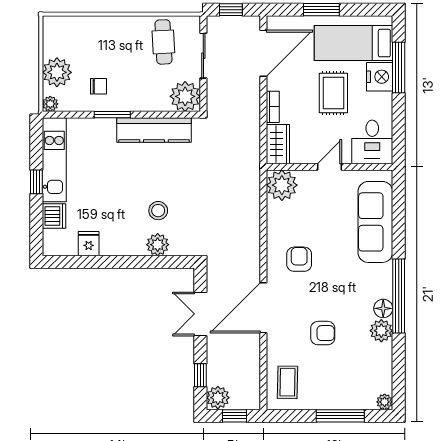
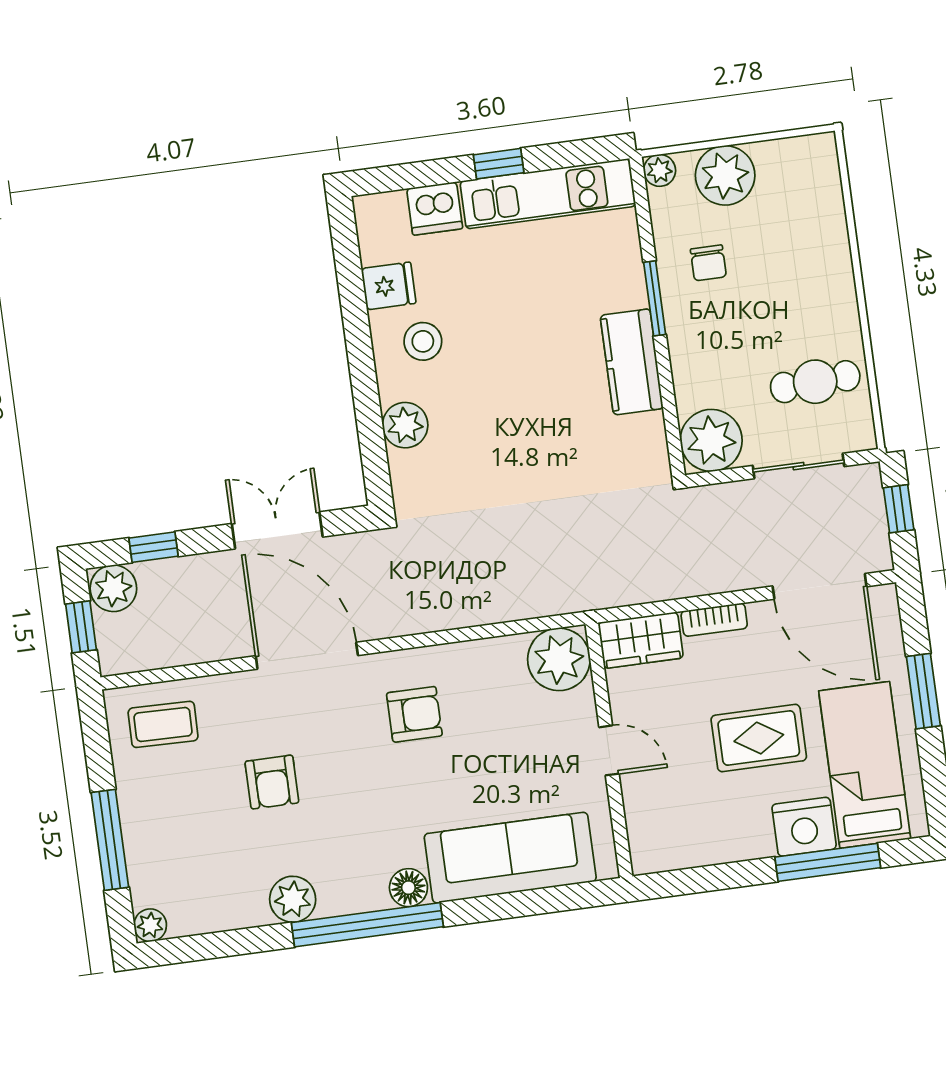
kitchen counter: (154, 130) -> (632, 362), width x0.67
desk: (372, 142) -> (671, 830), removed
stool: (158, 211) -> (423, 341), moved
floor lamp: (383, 308) -> (408, 888), moved

